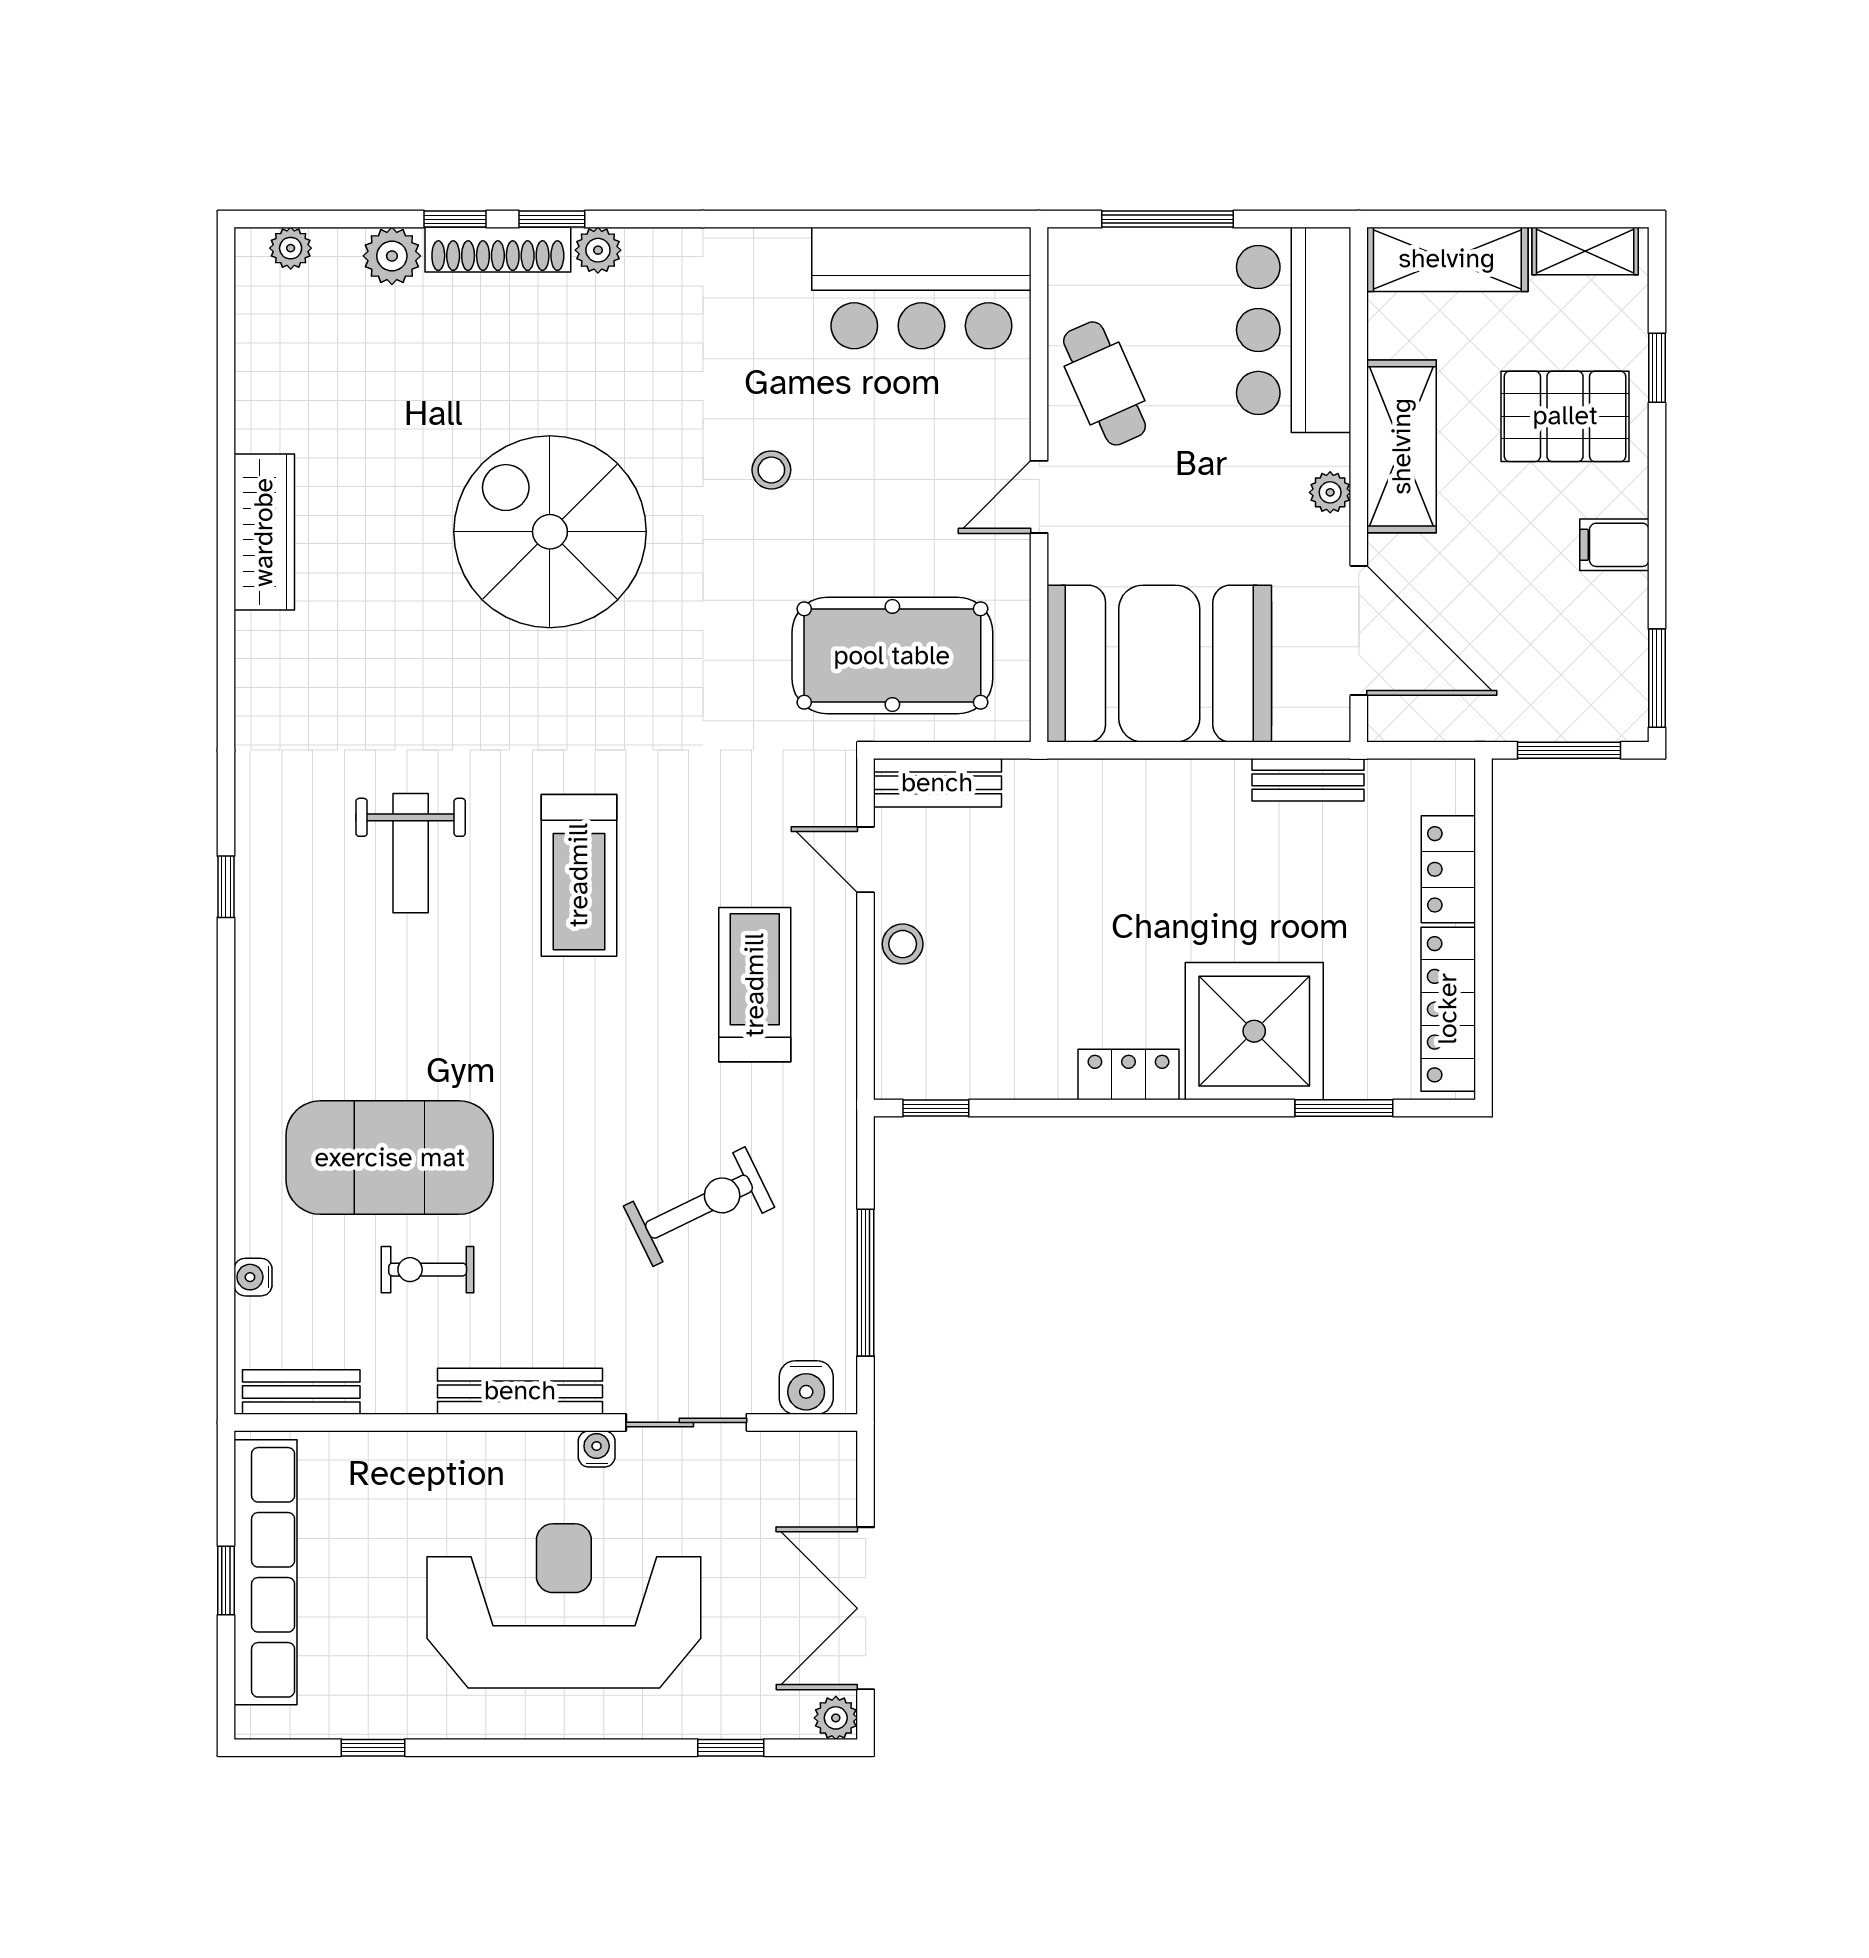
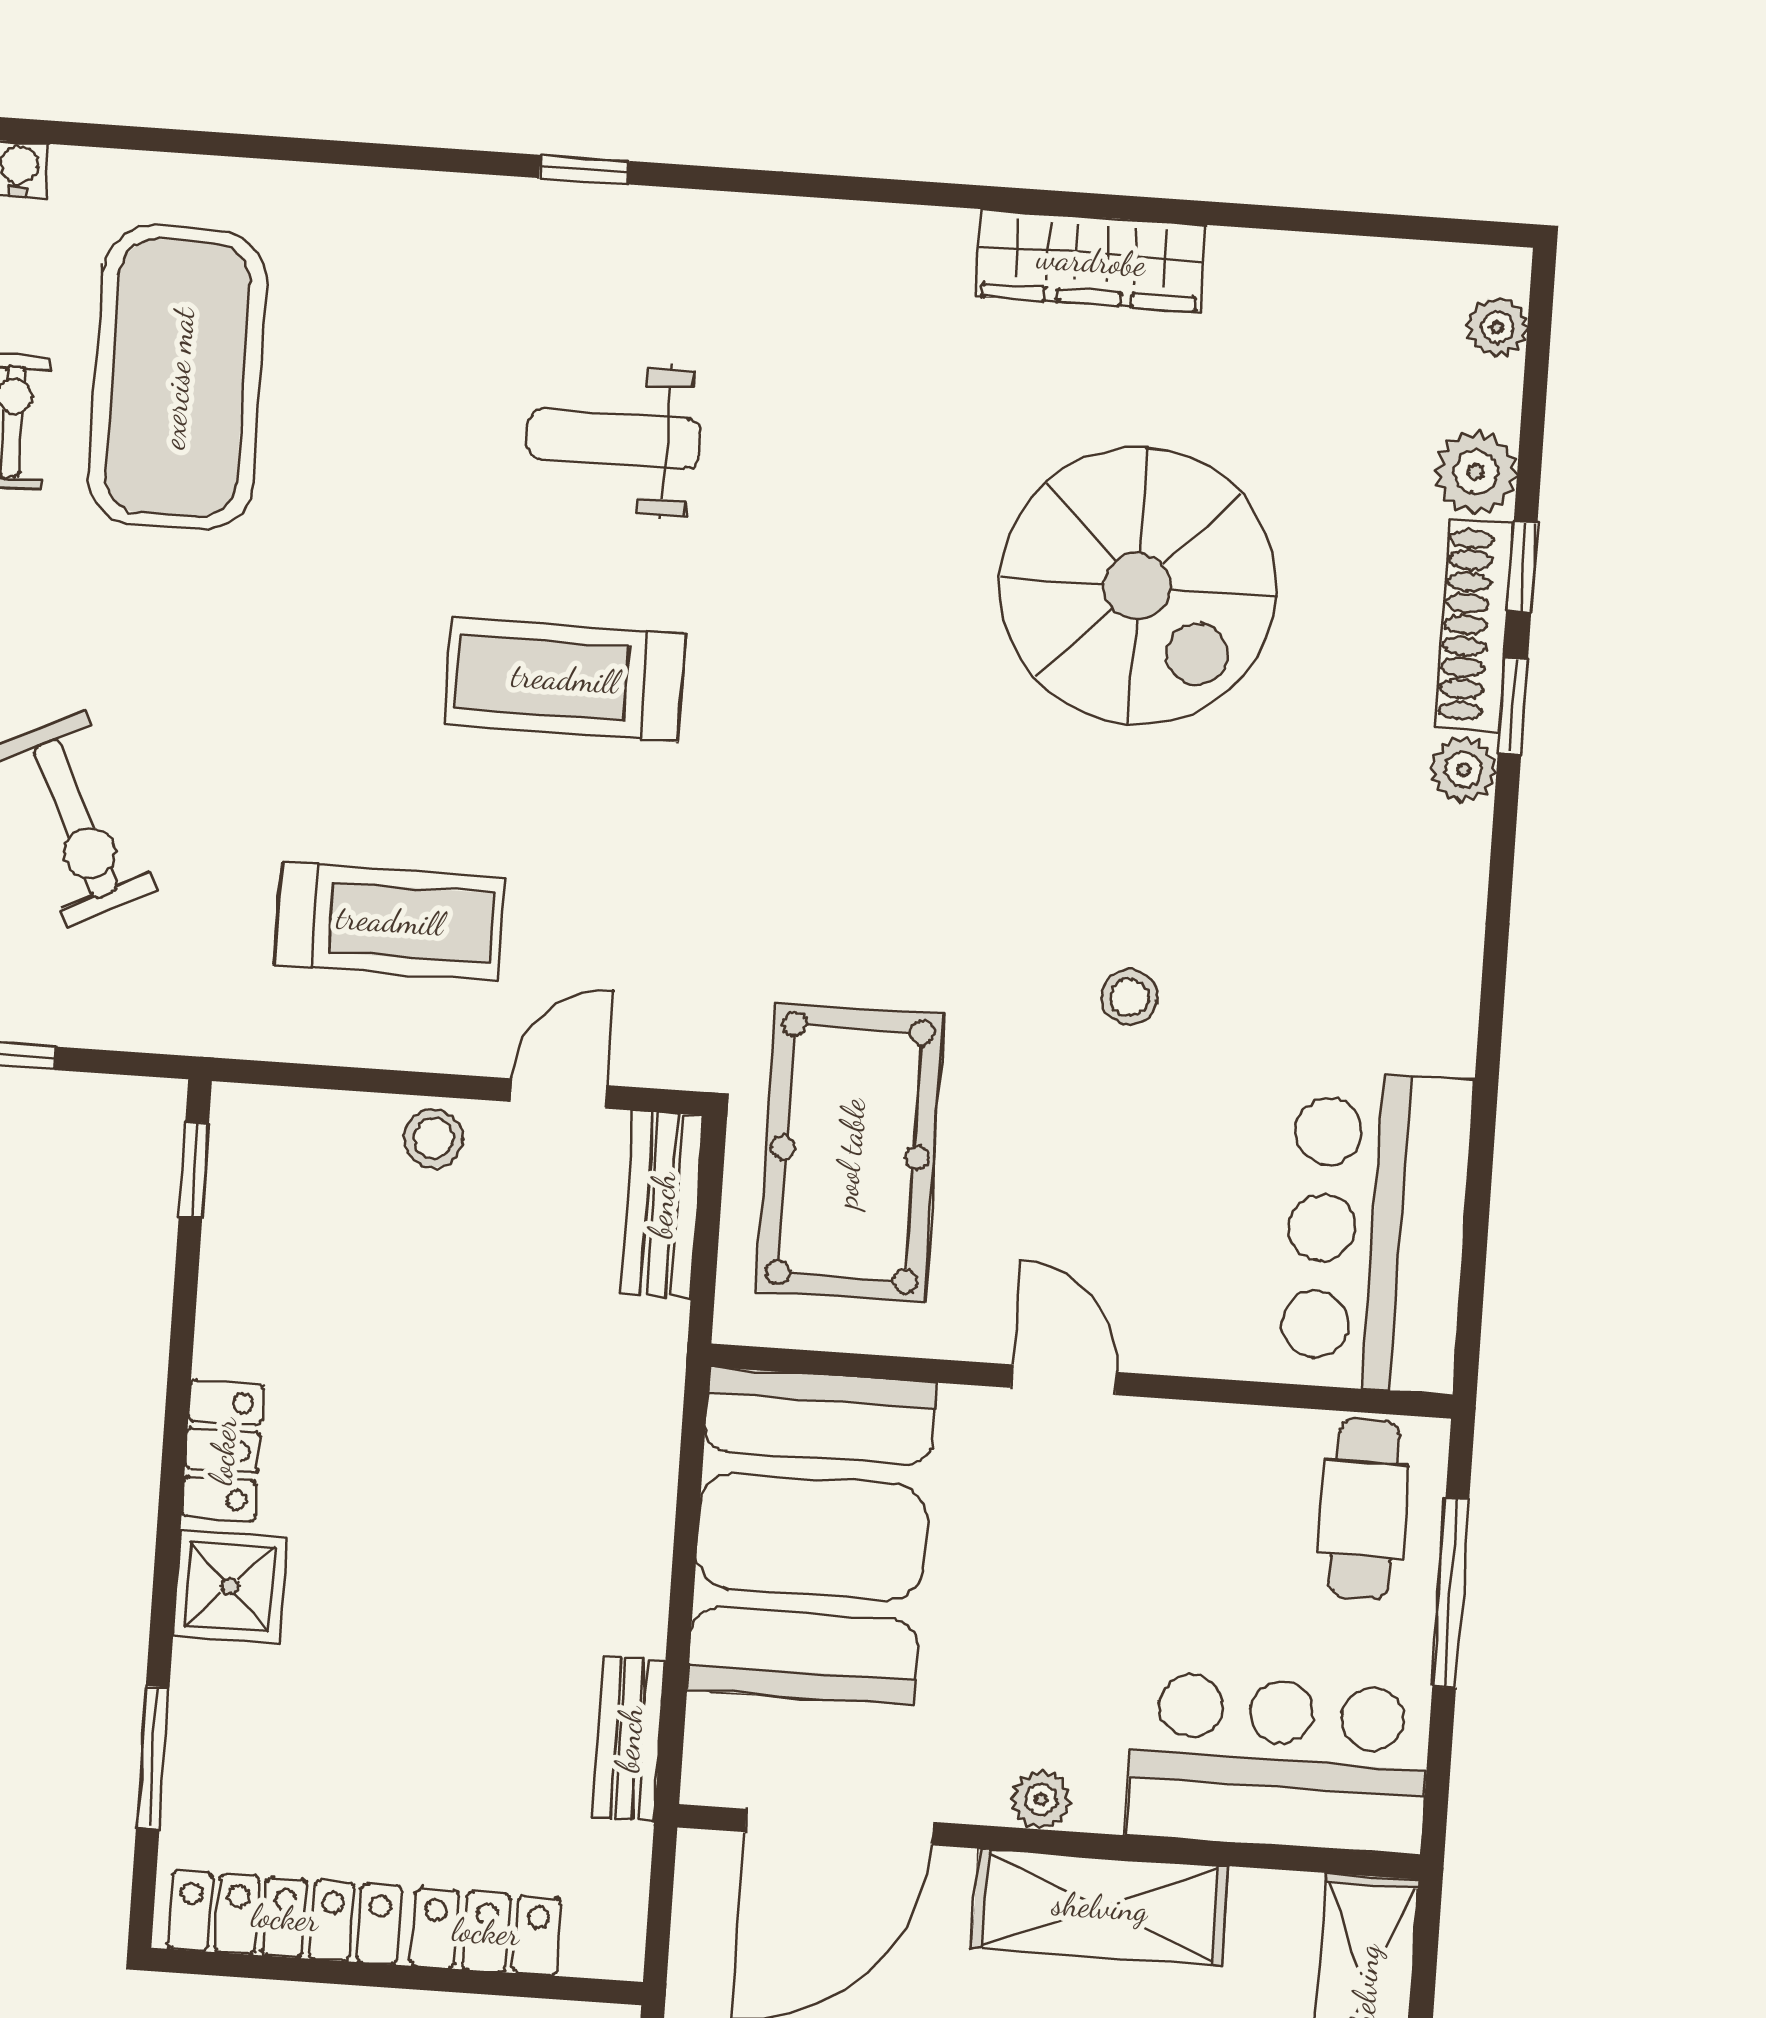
cafe table: (1104, 383) -> (1364, 1509), moved, turned -66
spiral stairs: (550, 532) -> (1138, 586), moved, turned 90
shower: (1254, 1031) -> (230, 1587), width x0.54, depth x0.54

